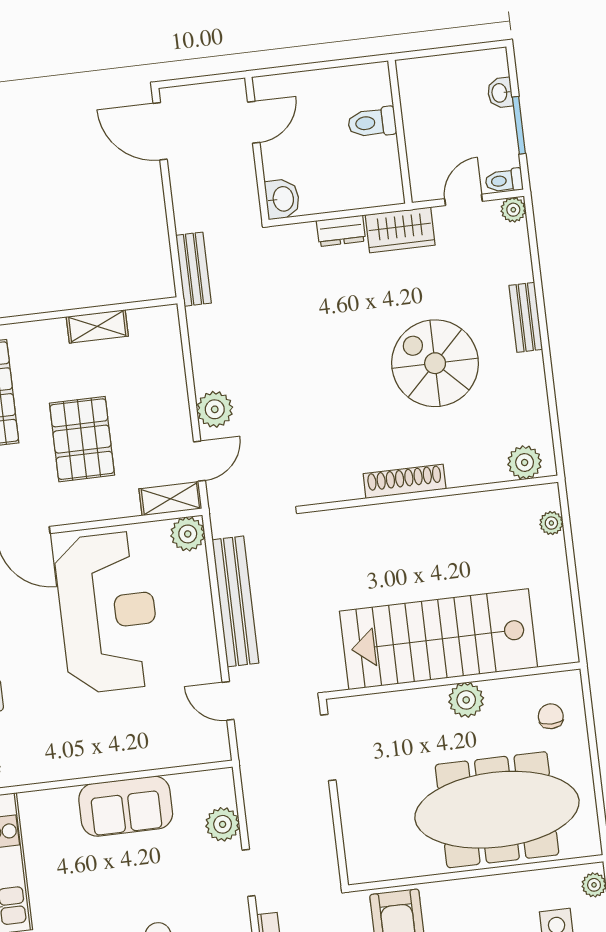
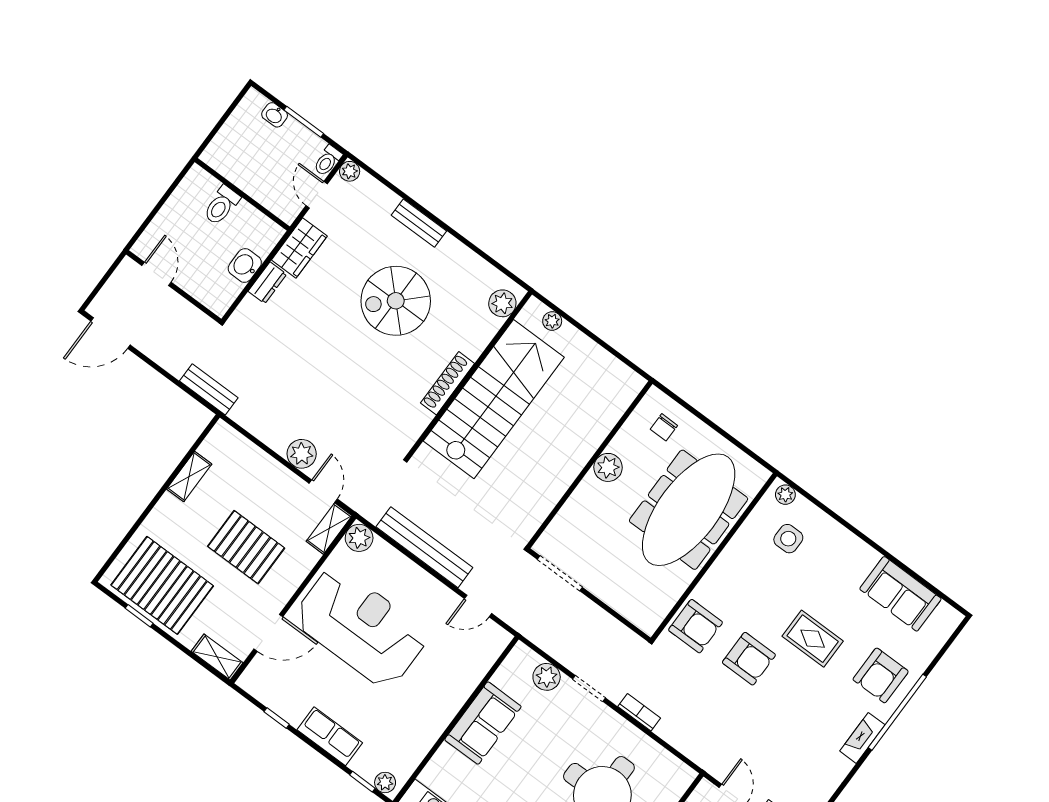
washbasin: (282, 199) -> (245, 265), moved, turned -90
stairs: (439, 639) -> (494, 399), moved, turned 180
chair: (551, 716) -> (664, 427), turned -90

